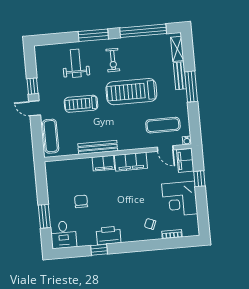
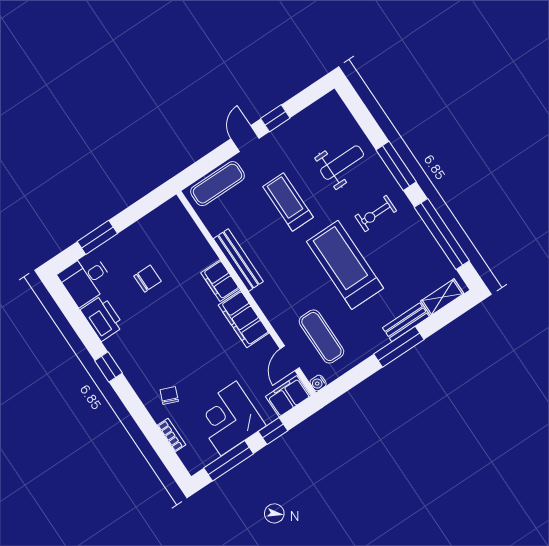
window: (202, 211) -> (229, 461), added
printer: (108, 235) -> (102, 318), moved
window: (99, 250) -> (108, 367), moved

